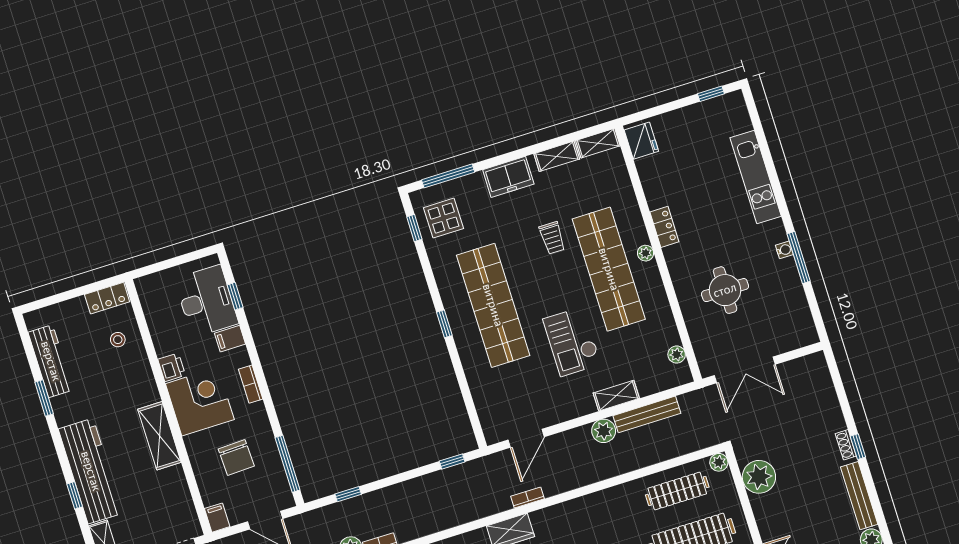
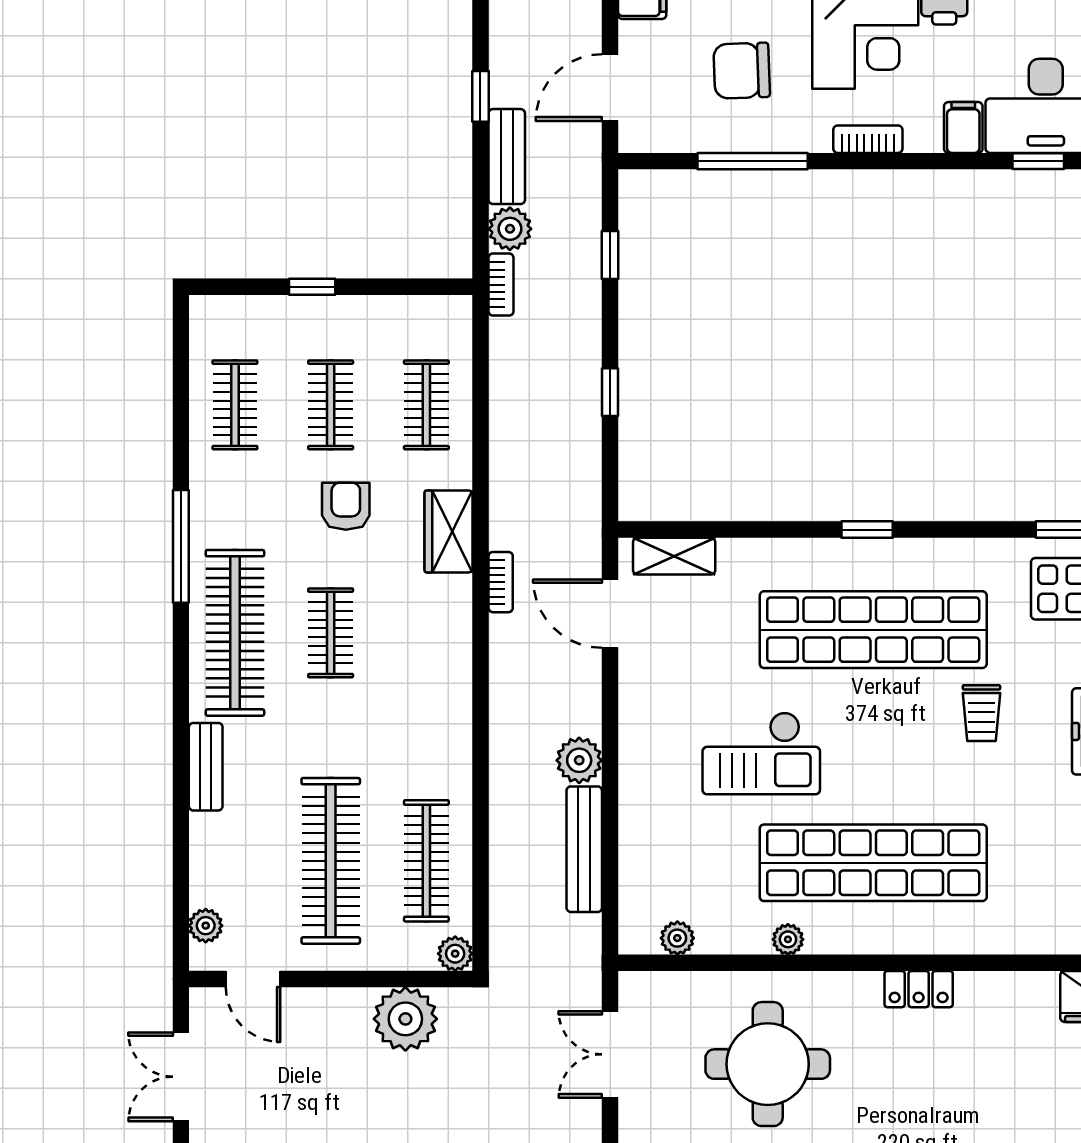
trolley: (552, 238) -> (981, 713), moved, turned -90
plant: (646, 253) -> (788, 939), moved
round table: (725, 290) -> (768, 1064), width x1.36, depth x1.36
checkout: (572, 342) -> (761, 753), turned 180
double door: (745, 370) -> (610, 1054), width x0.73
shelving: (616, 396) -> (674, 556), moved, turned 90
window: (452, 462) -> (610, 392), moved
window: (288, 464) -> (753, 161), moved

